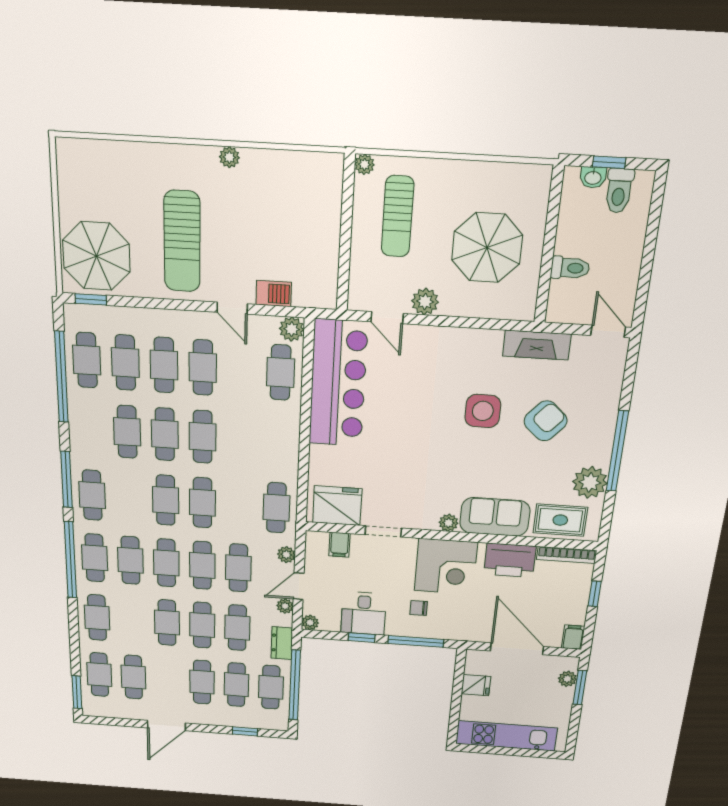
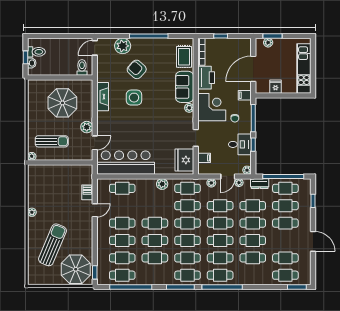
sun lounger: (182, 241) -> (52, 245), moved, turned -67
toilet: (570, 268) -> (82, 67), moved
plant: (292, 329) -> (162, 184), moved
fireplace: (537, 345) -> (103, 97), moved
plant: (590, 482) -> (123, 46), moved
cafe table: (129, 498) -> (187, 258), added
cafe table: (239, 505) -> (187, 206), added
door: (299, 586) -> (228, 176), hinge flipped
cafe table: (97, 618) -> (253, 258), moved
filing cabinet: (573, 637) -> (245, 95), moved

